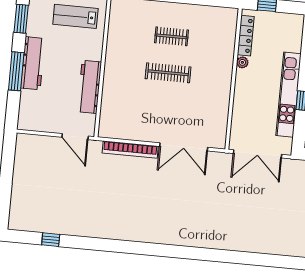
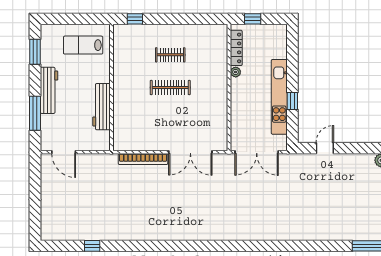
window: (16, 71) -> (35, 113), moved
door: (75, 137) -> (64, 152), moved
window: (51, 240) -> (92, 246), moved

